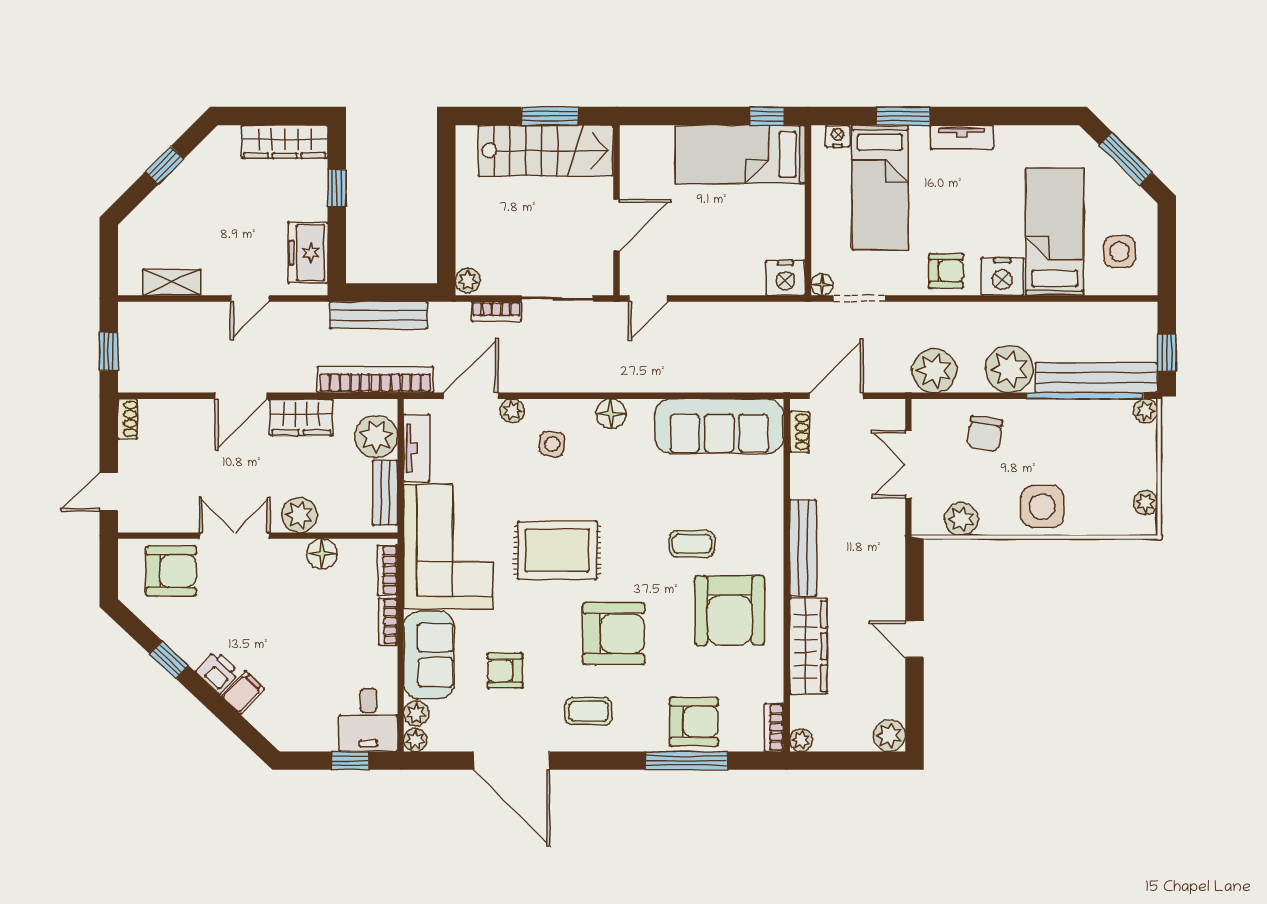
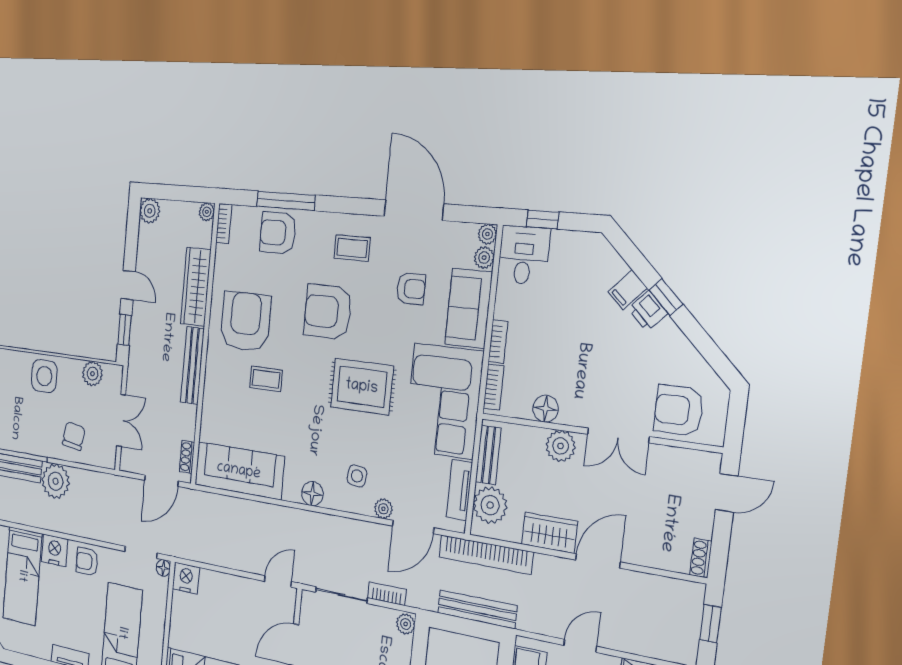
plant: (934, 371) -> (100, 489), removed
window: (914, 581) -> (125, 330), added
window: (169, 660) -> (666, 297), moved

